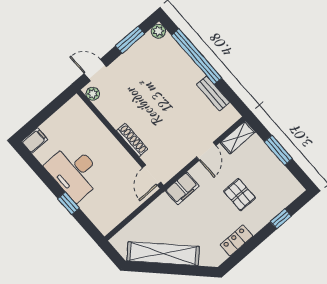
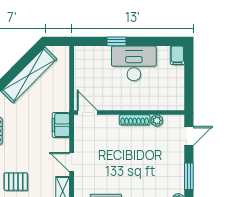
plant: (93, 94) -> (157, 121), moved
shoe rack: (132, 140) -> (135, 120), moved
pallet: (240, 195) -> (16, 182), moved

